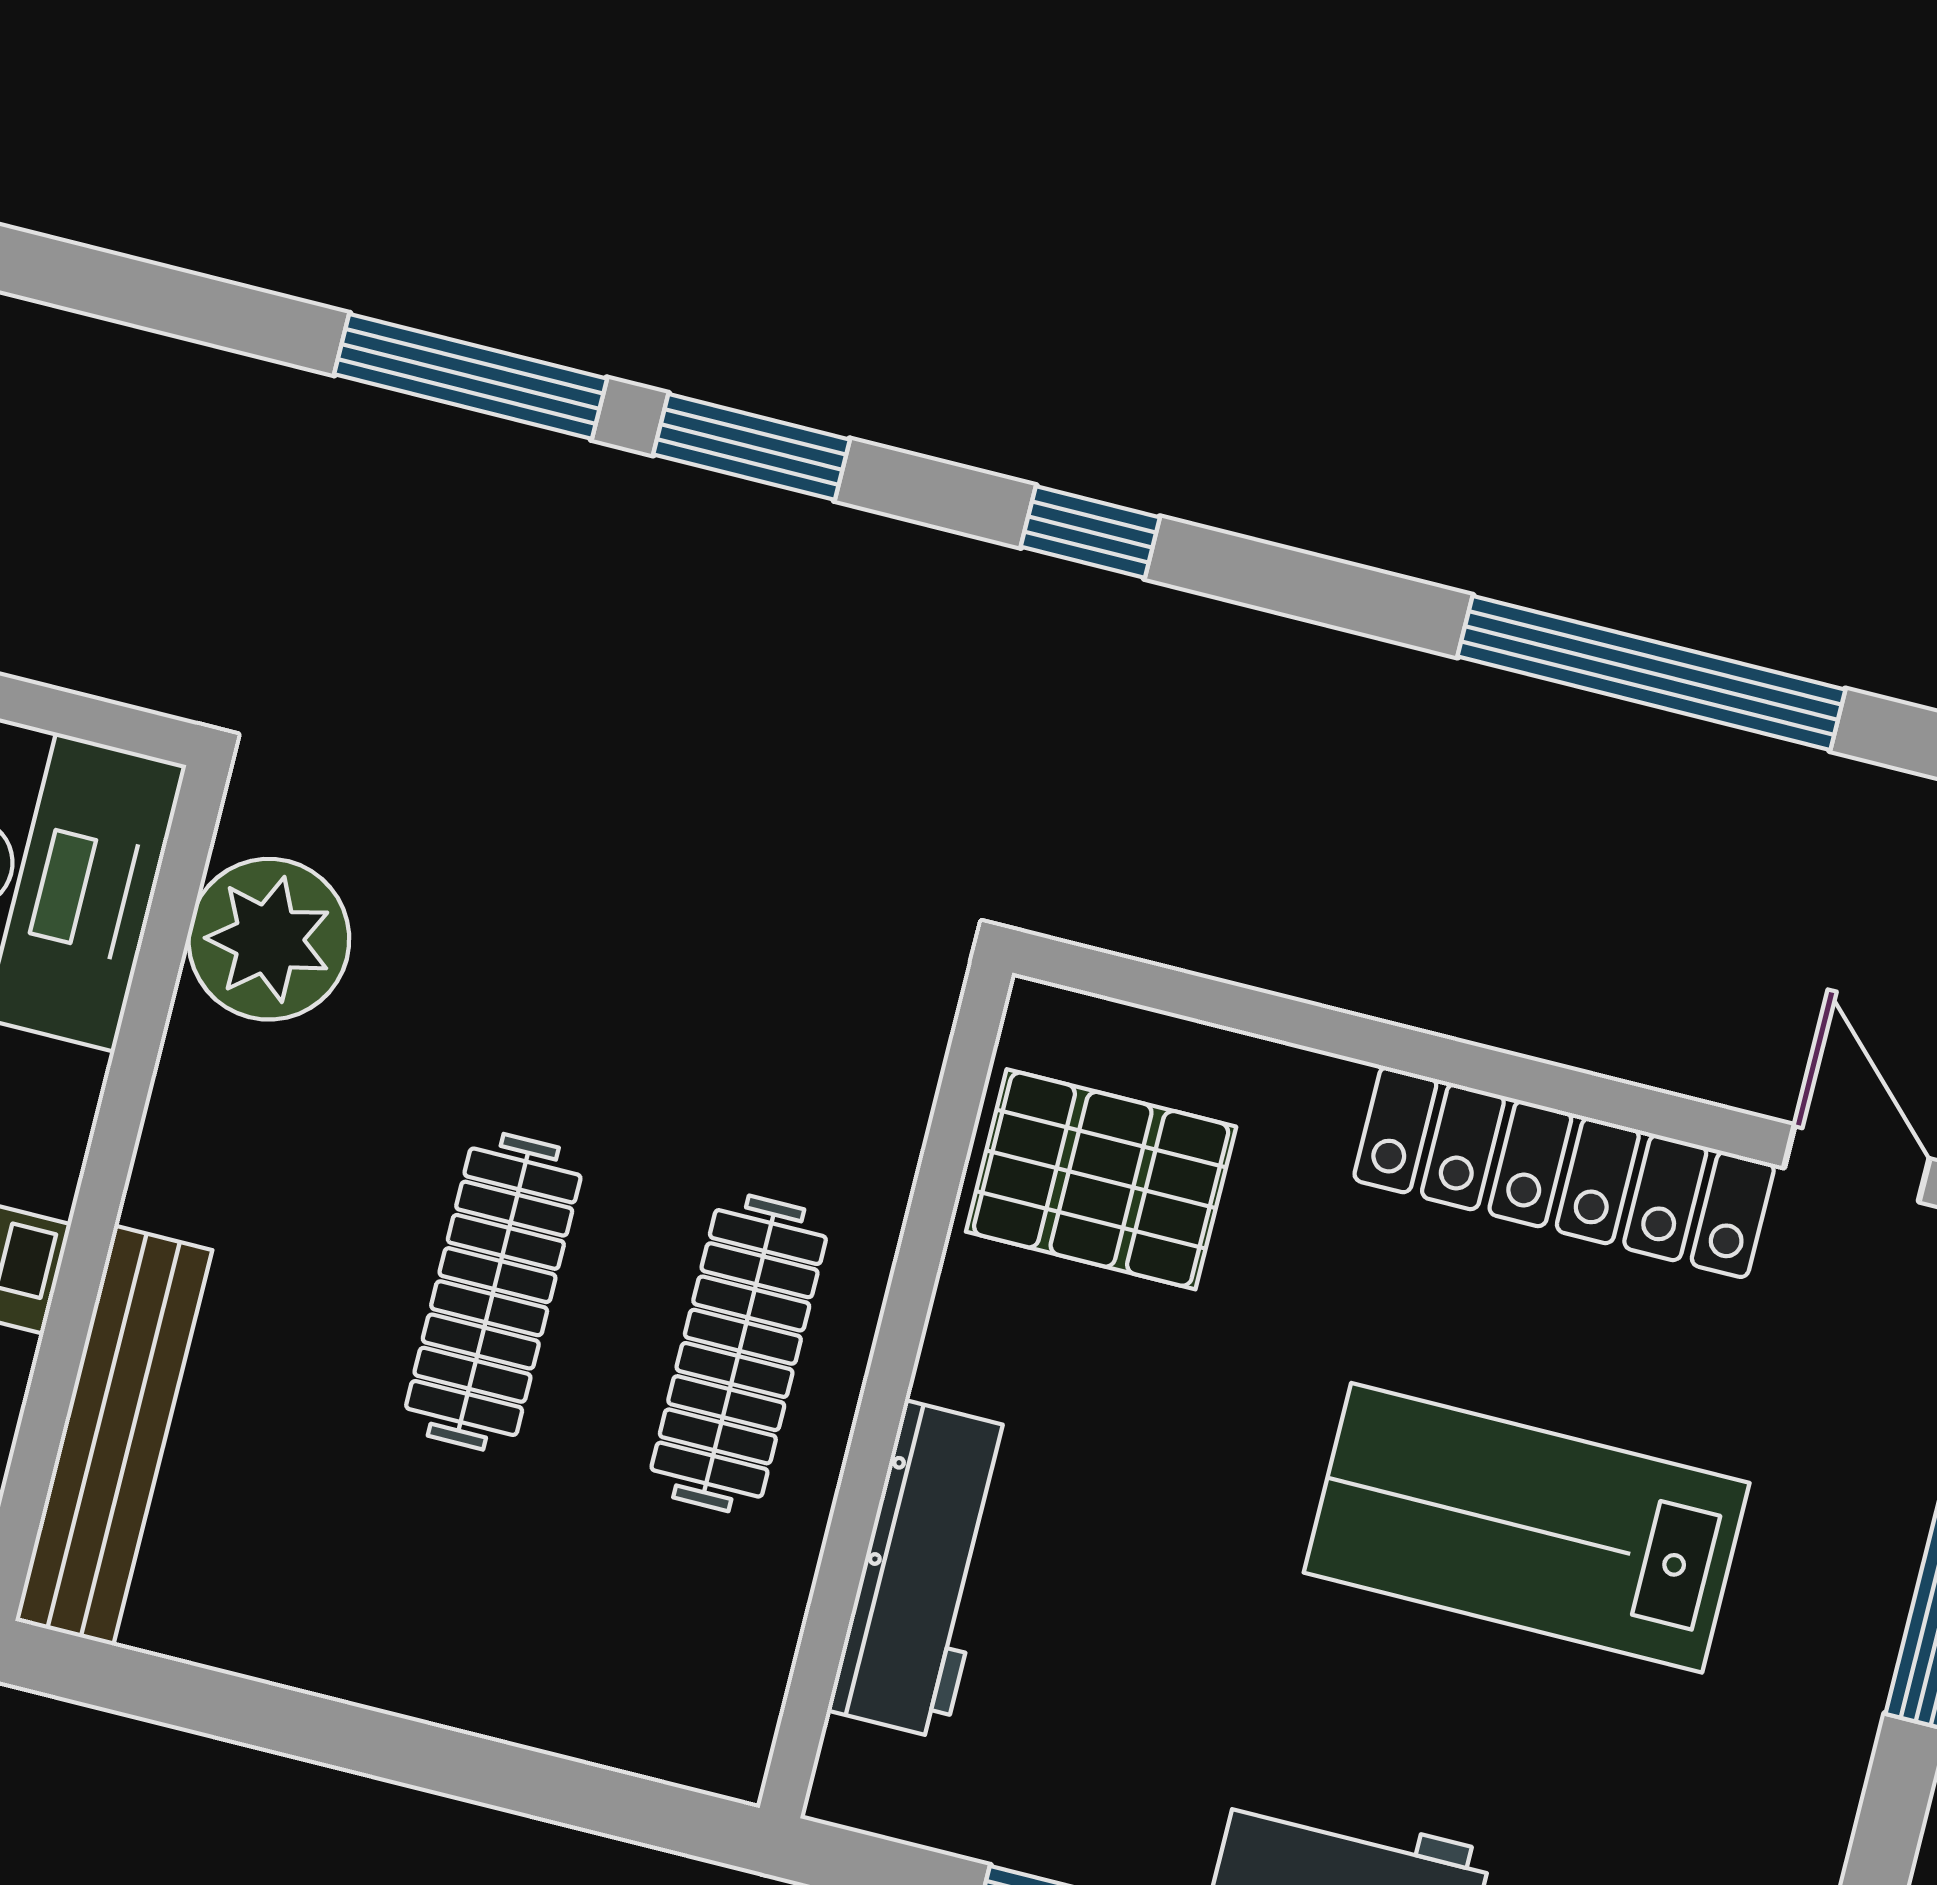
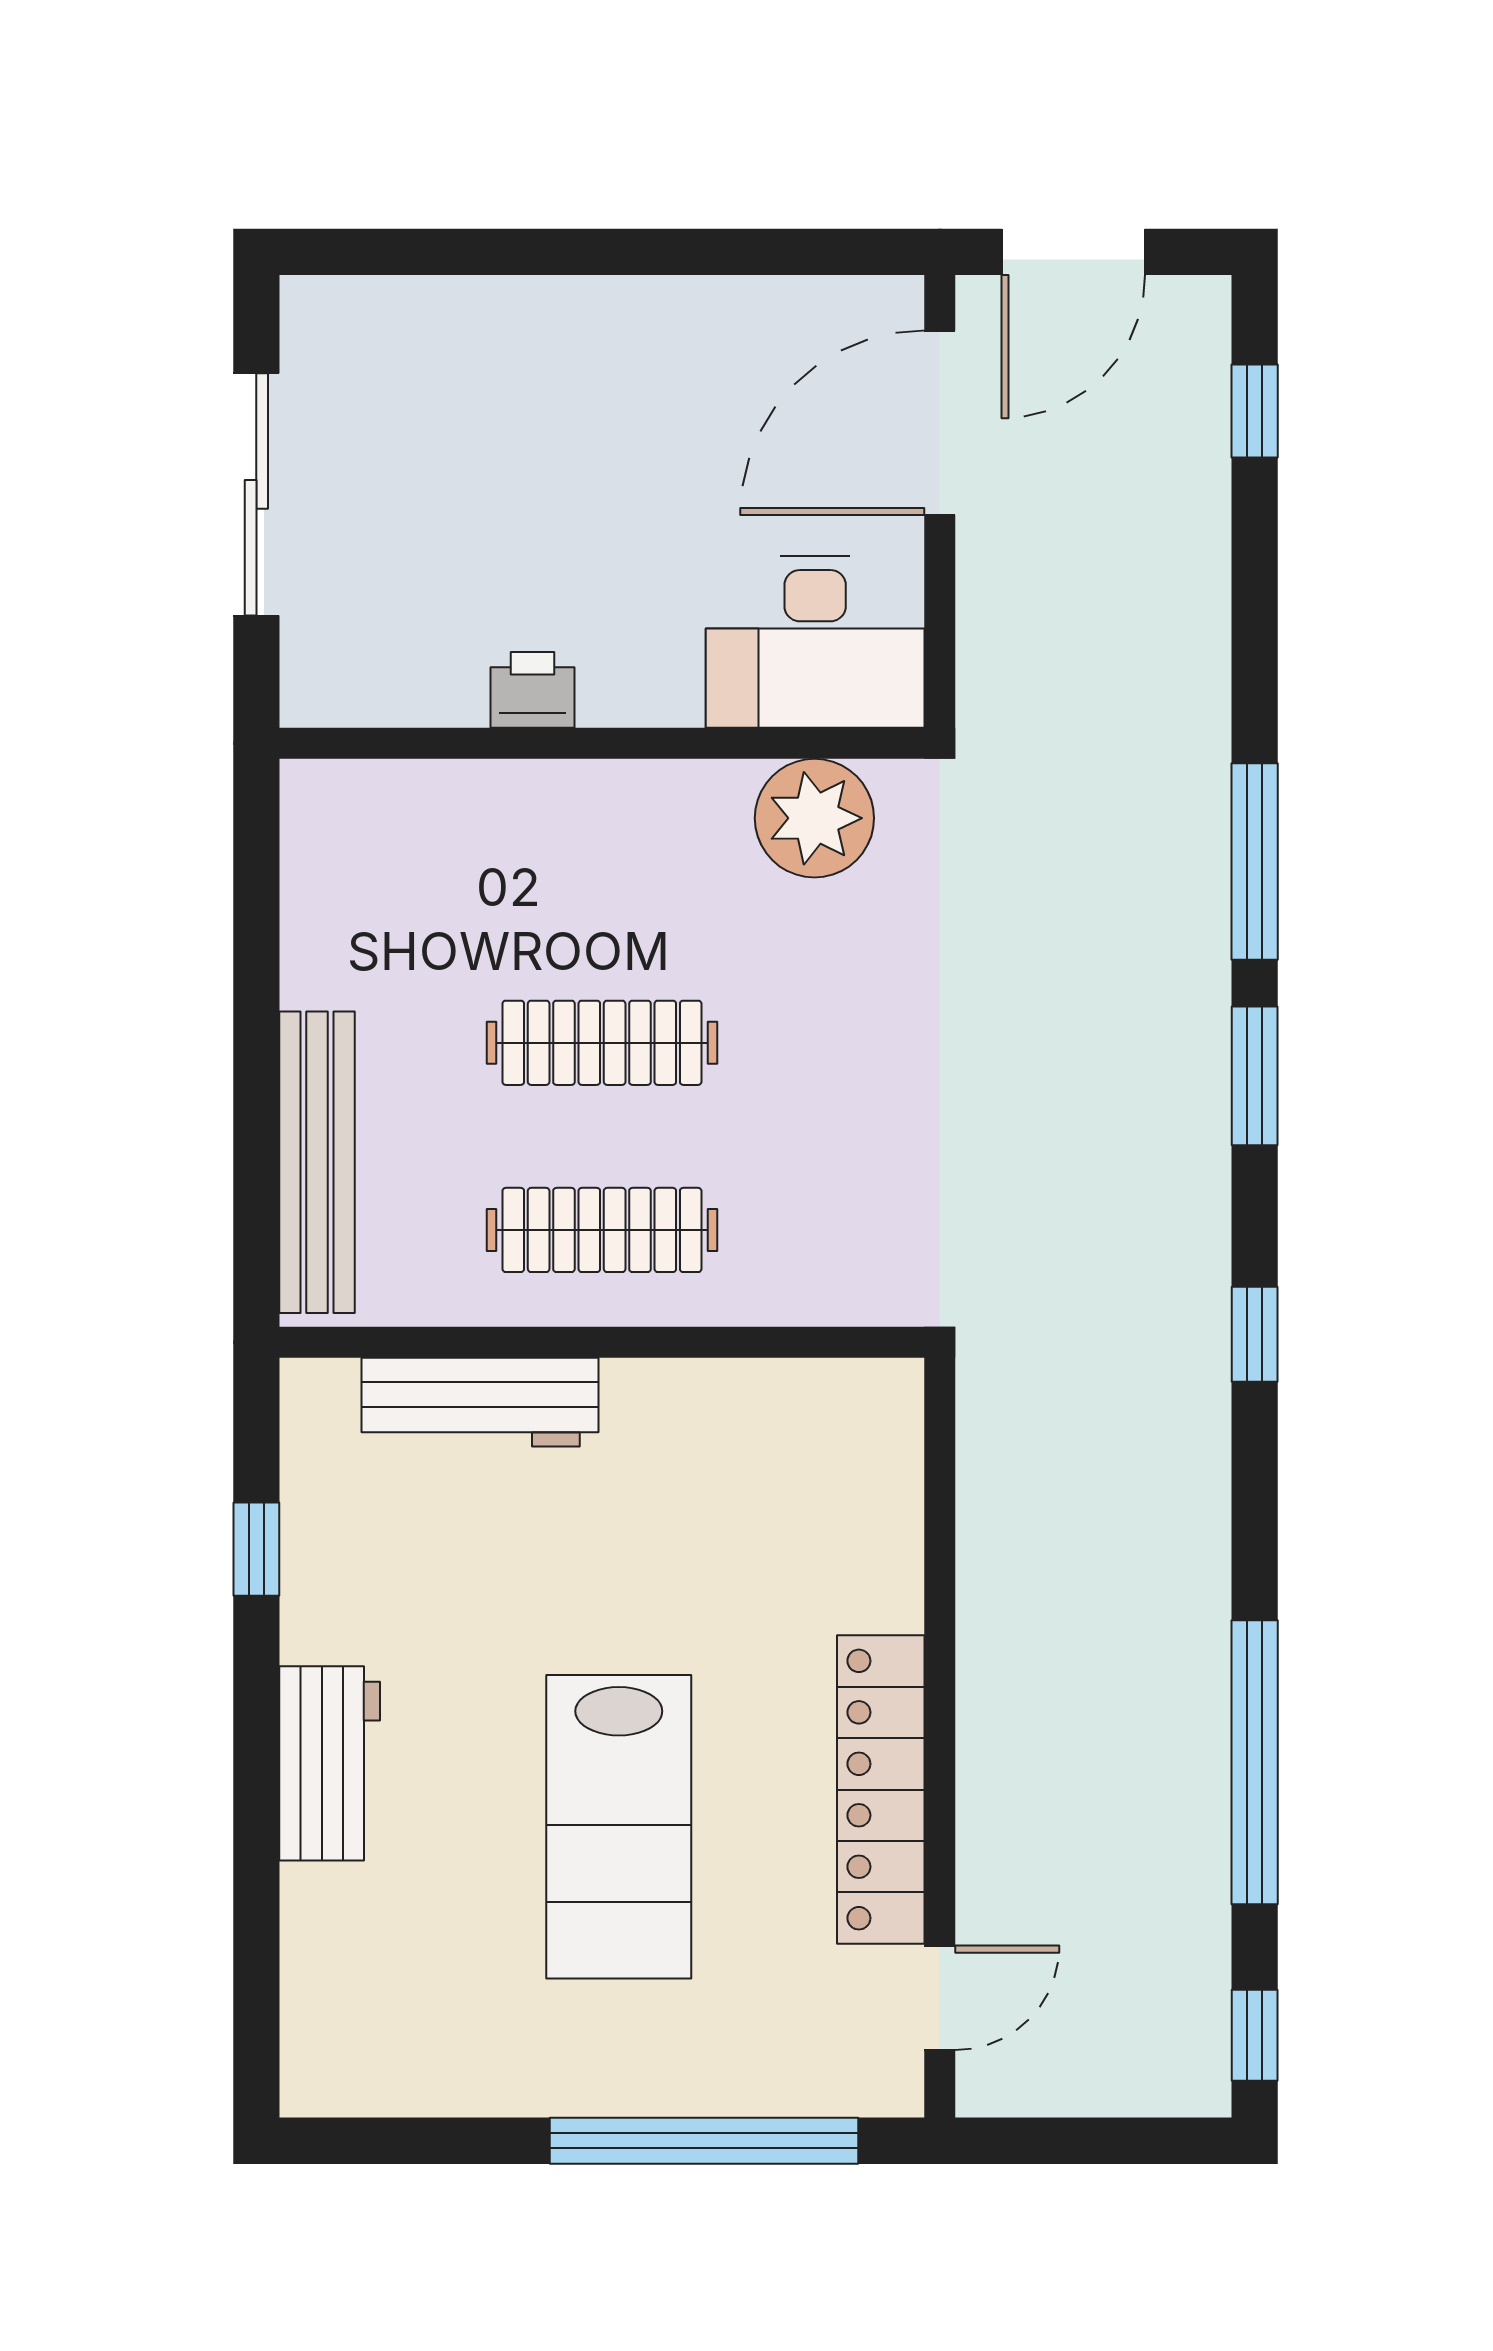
pallet: (1101, 1179) -> (792, 1459), removed
bench: (114, 1436) -> (317, 1162), moved, turned 90
lab bench: (1527, 1528) -> (619, 1827), turned 180

